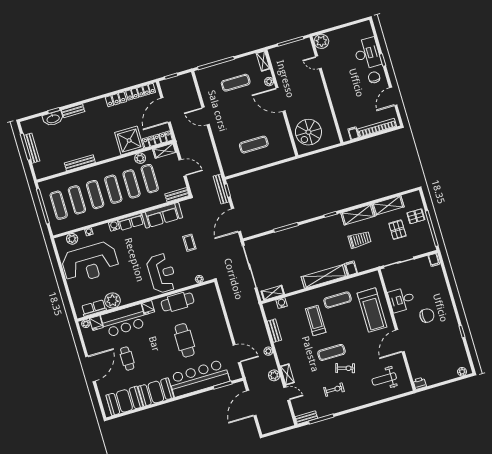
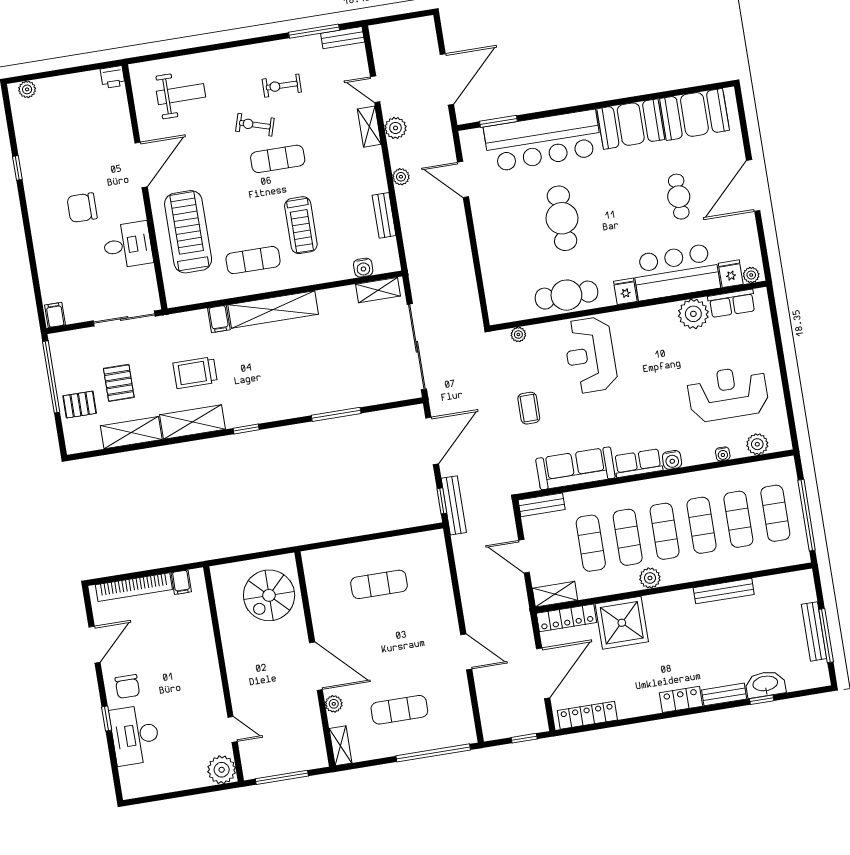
locker: (116, 99) -> (681, 699), moved
spiral stairs: (308, 132) -> (269, 595), turned 180
plant: (140, 158) -> (650, 578), moved
reception desk: (90, 262) -> (728, 394), width x0.74, depth x0.77

